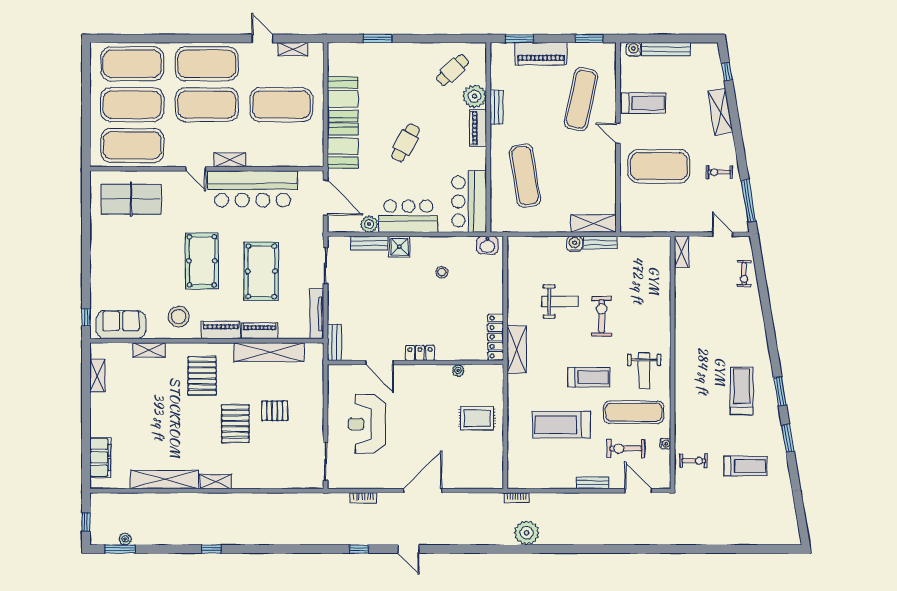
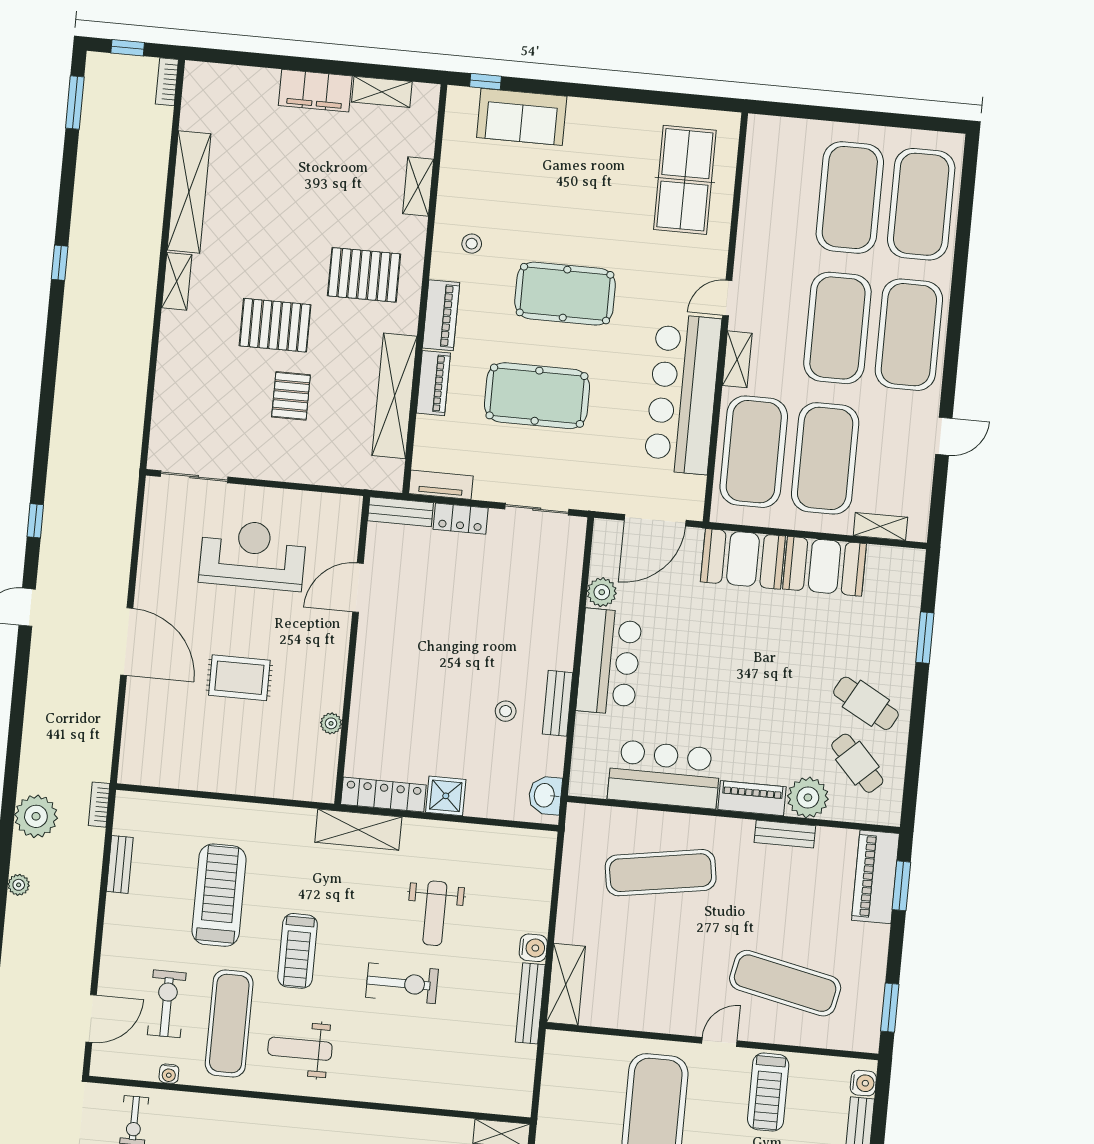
shelving: (293, 49) -> (880, 526), moved, turned 90
piano: (541, 54) -> (875, 877), moved
cafe table: (406, 143) -> (866, 703), moved
exercise mat: (132, 145) -> (754, 452), moved
bar counter: (469, 201) -> (664, 774), moved
bench: (369, 243) -> (557, 703), moved
bench: (600, 243) -> (530, 1003), width x1.36
shower: (399, 247) -> (446, 796), moved
tv unit: (317, 314) -> (441, 485), width x0.71
stool: (179, 317) -> (472, 244), width x0.53, depth x0.53
sofa: (121, 325) -> (522, 117), moved, turned 90
locker: (420, 353) -> (461, 519), moved, turned 90
rug: (477, 418) -> (239, 678), moved, turned 90
filing cabinet: (100, 457) -> (315, 91), moved
bench: (593, 483) -> (120, 864), moved
bookcase: (363, 498) -> (167, 82), moved
plant: (125, 539) -> (19, 885), moved

